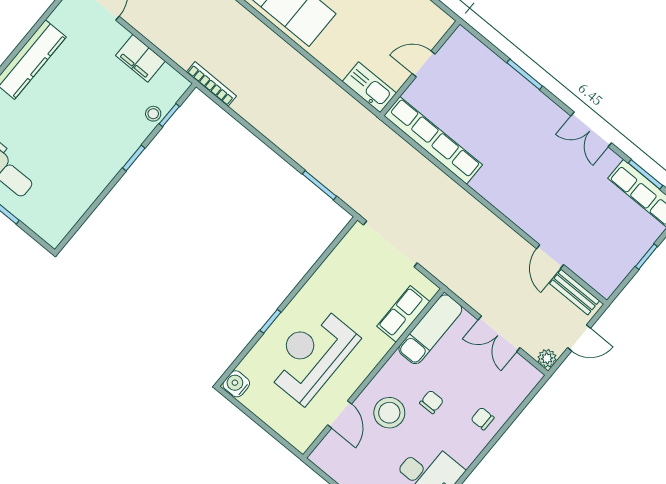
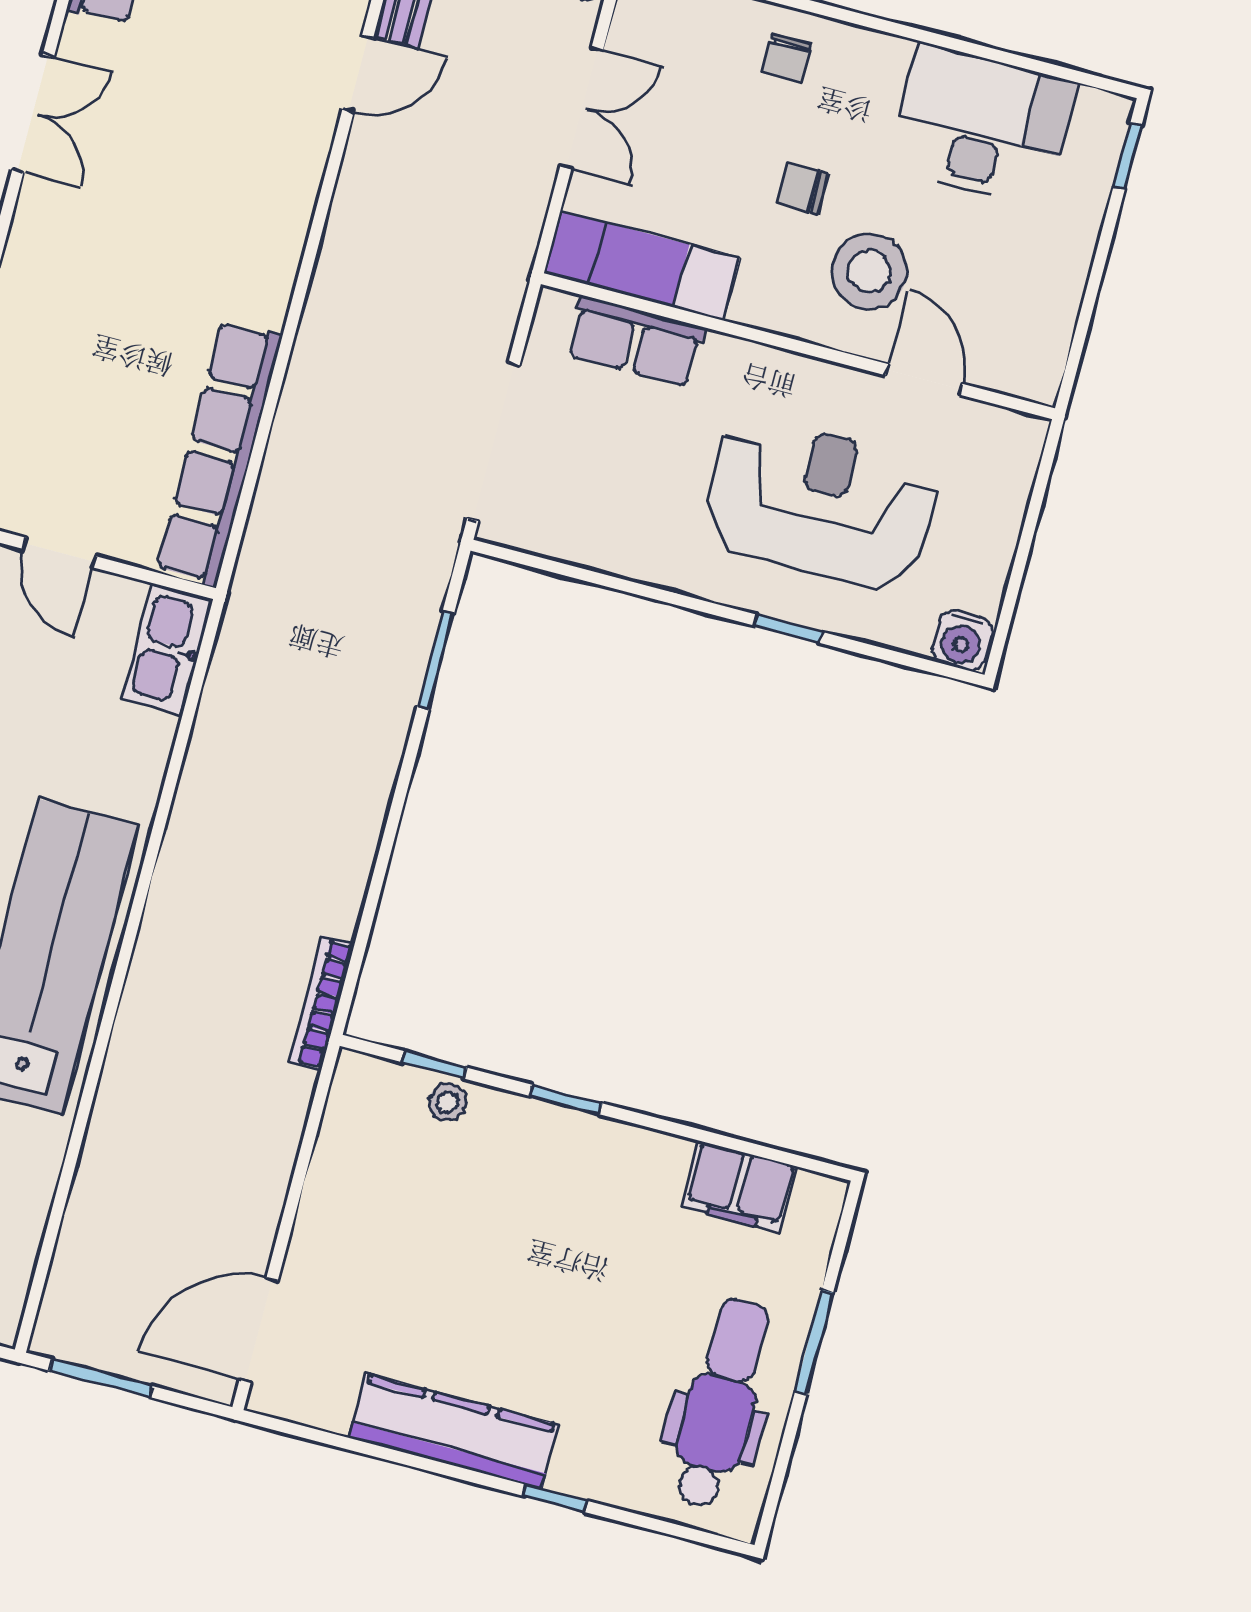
filing cabinet: (140, 58) -> (739, 1187), moved, turned 90
reception desk: (311, 355) -> (821, 503), turned 180
door: (340, 414) -> (924, 379), hinge flipped

